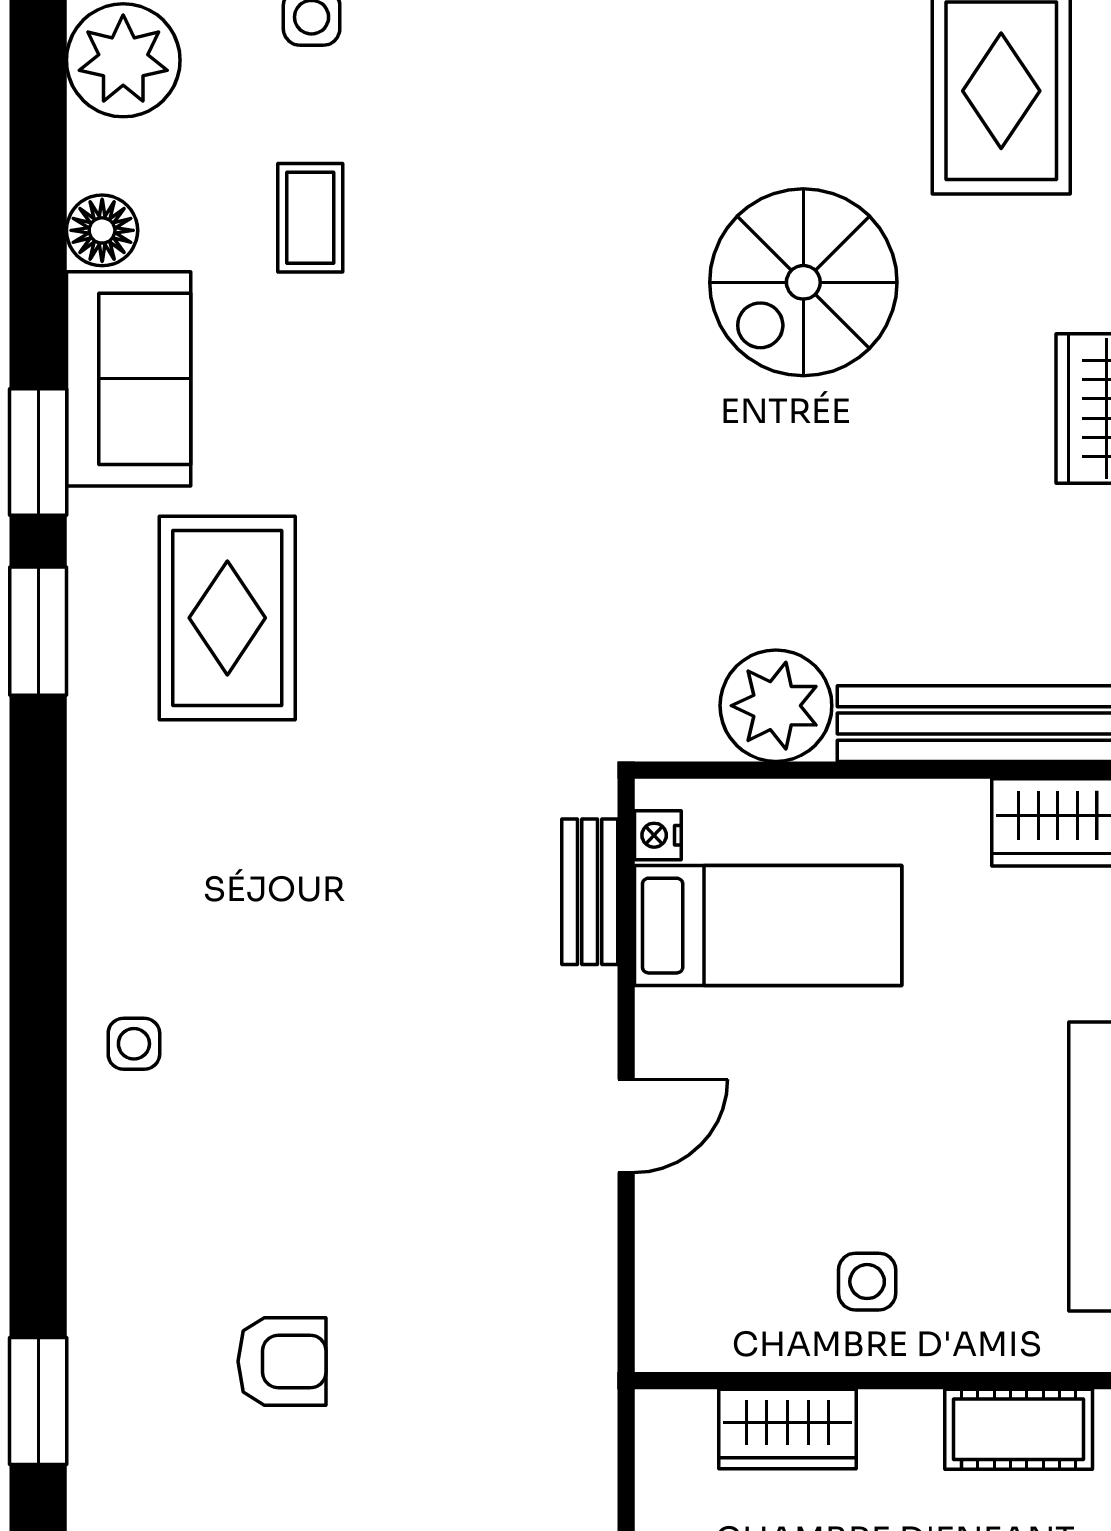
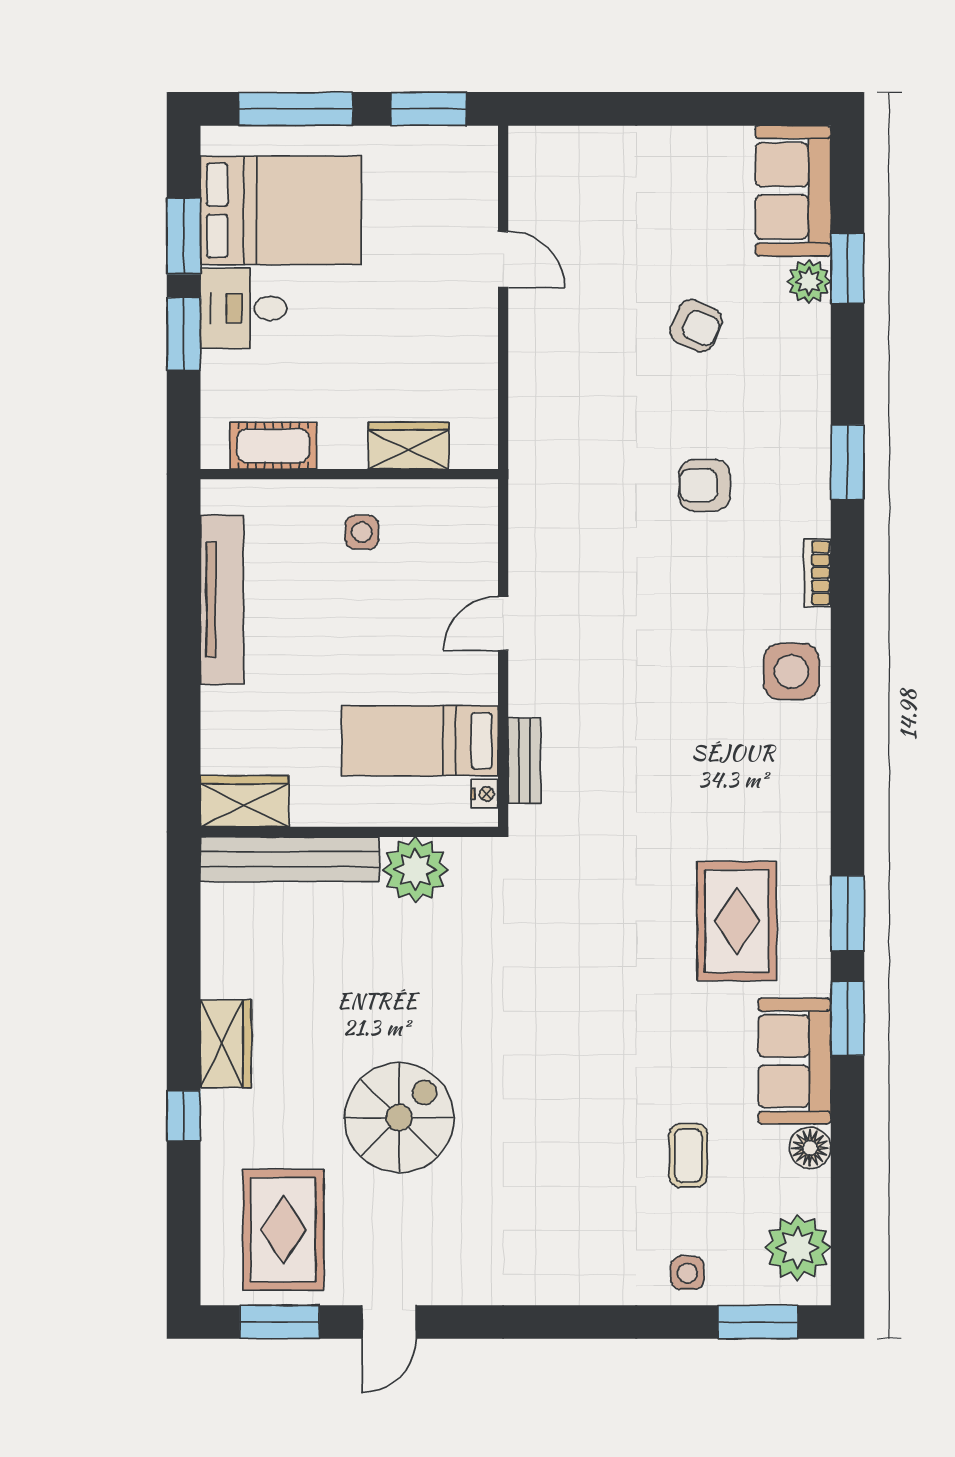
side table: (134, 1044) -> (791, 672), width x1.87, depth x1.87
bookcase: (90, 1212) -> (817, 573), added

